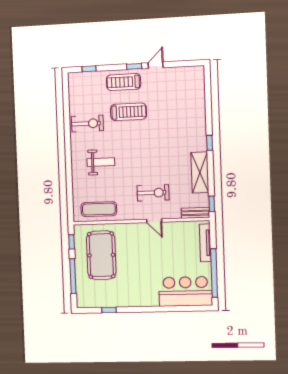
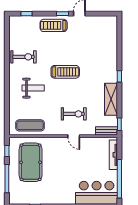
treadmill: (129, 112) -> (65, 72), moved

